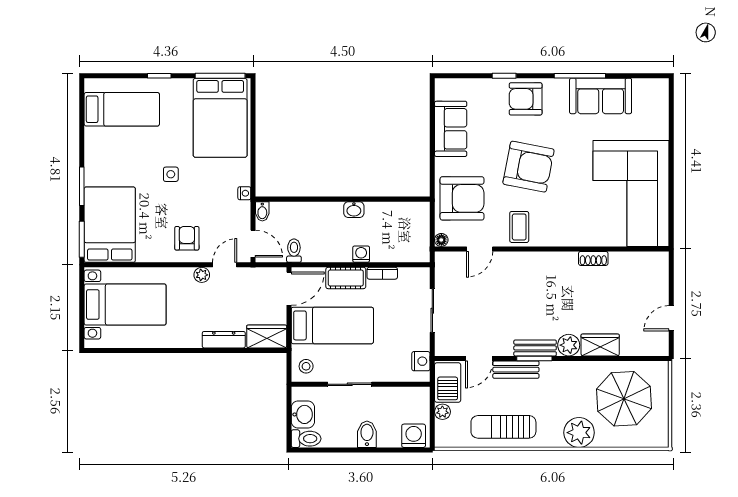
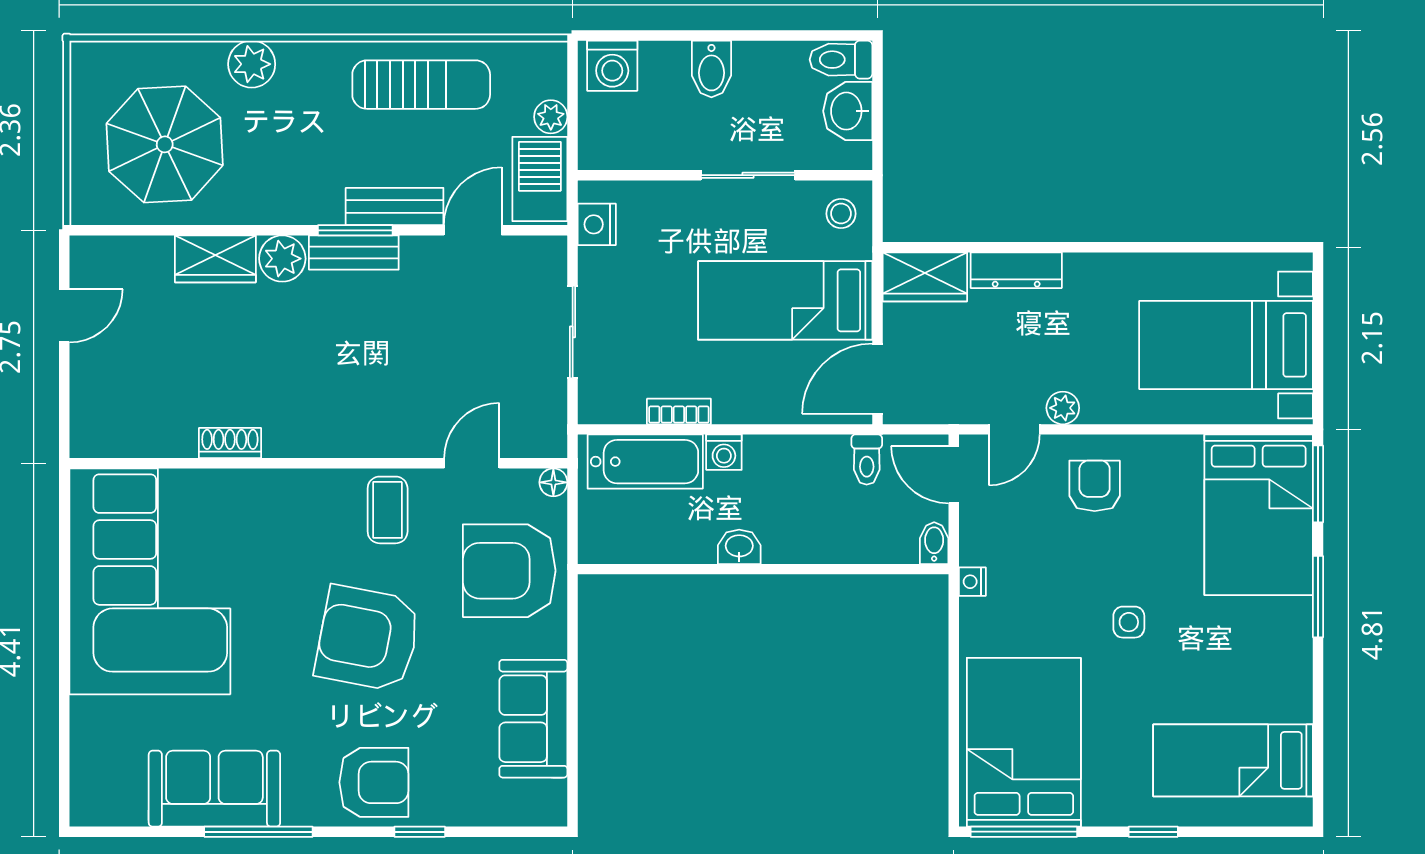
armchair: (187, 238) -> (1095, 486), turned 180
bathtub: (398, 250) -> (645, 462), added
cot: (346, 278) -> (756, 401), removed
plant: (579, 433) -> (252, 64), width x0.73, depth x0.73

